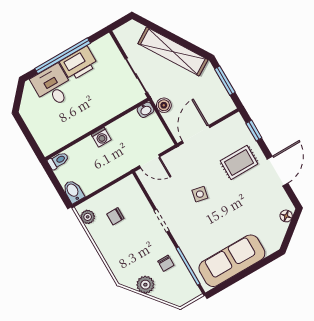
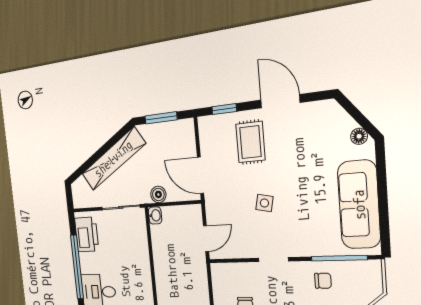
printer: (79, 64) -> (87, 234), moved
washing machine: (101, 137) -> (162, 274), removed
floor lamp: (286, 216) -> (359, 136), moved

